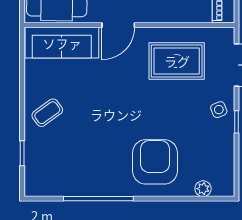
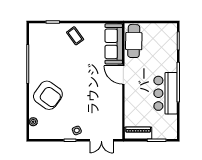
rug: (177, 61) -> (104, 107), removed
armchair: (155, 162) -> (48, 95), turned 36

